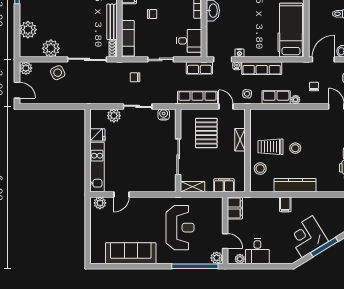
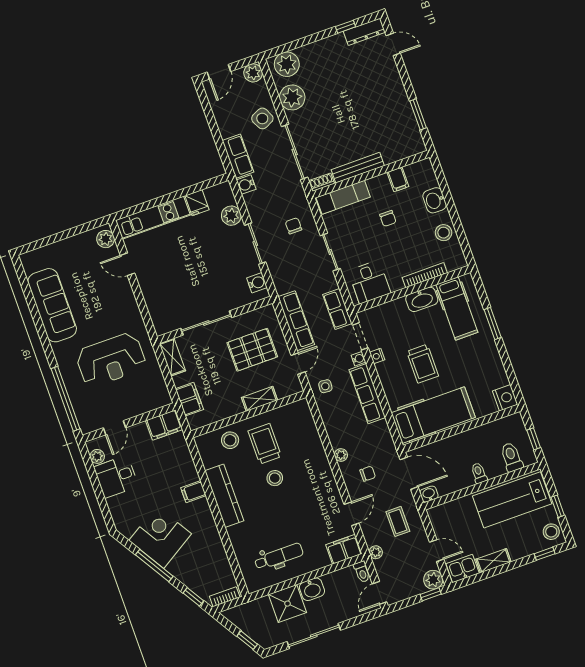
trolley: (255, 25) -> (423, 364), added
plant: (28, 30) -> (287, 64), moved
row of seats: (276, 97) -> (238, 156), moved
water cooler: (97, 99) -> (246, 185), added
plant: (217, 258) -> (88, 424), removed

